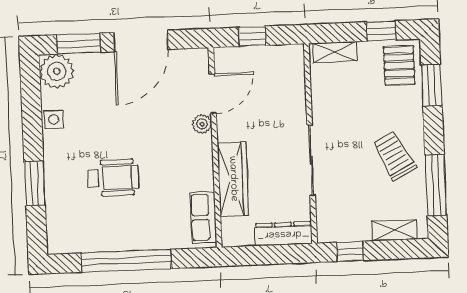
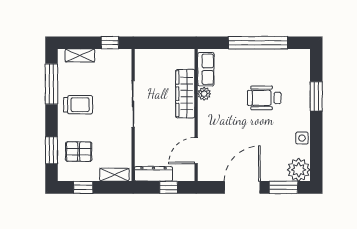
pallet: (399, 65) -> (79, 152), moved, turned 90
plant: (202, 124) -> (204, 94), moved
trolley: (394, 156) -> (78, 105), turned -62
dresser: (283, 234) -> (154, 174), moved, turned 180

